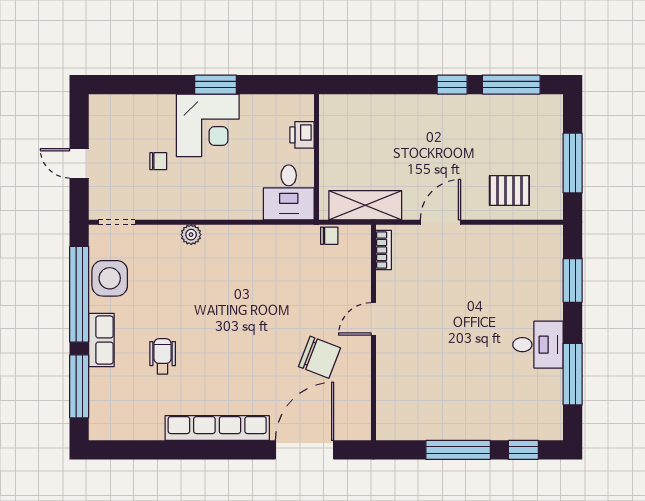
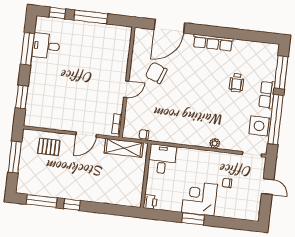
printer: (302, 135) -> (150, 202), moved
desk: (538, 345) -> (46, 46), moved
row of seats: (217, 428) -> (213, 43), width x0.73

